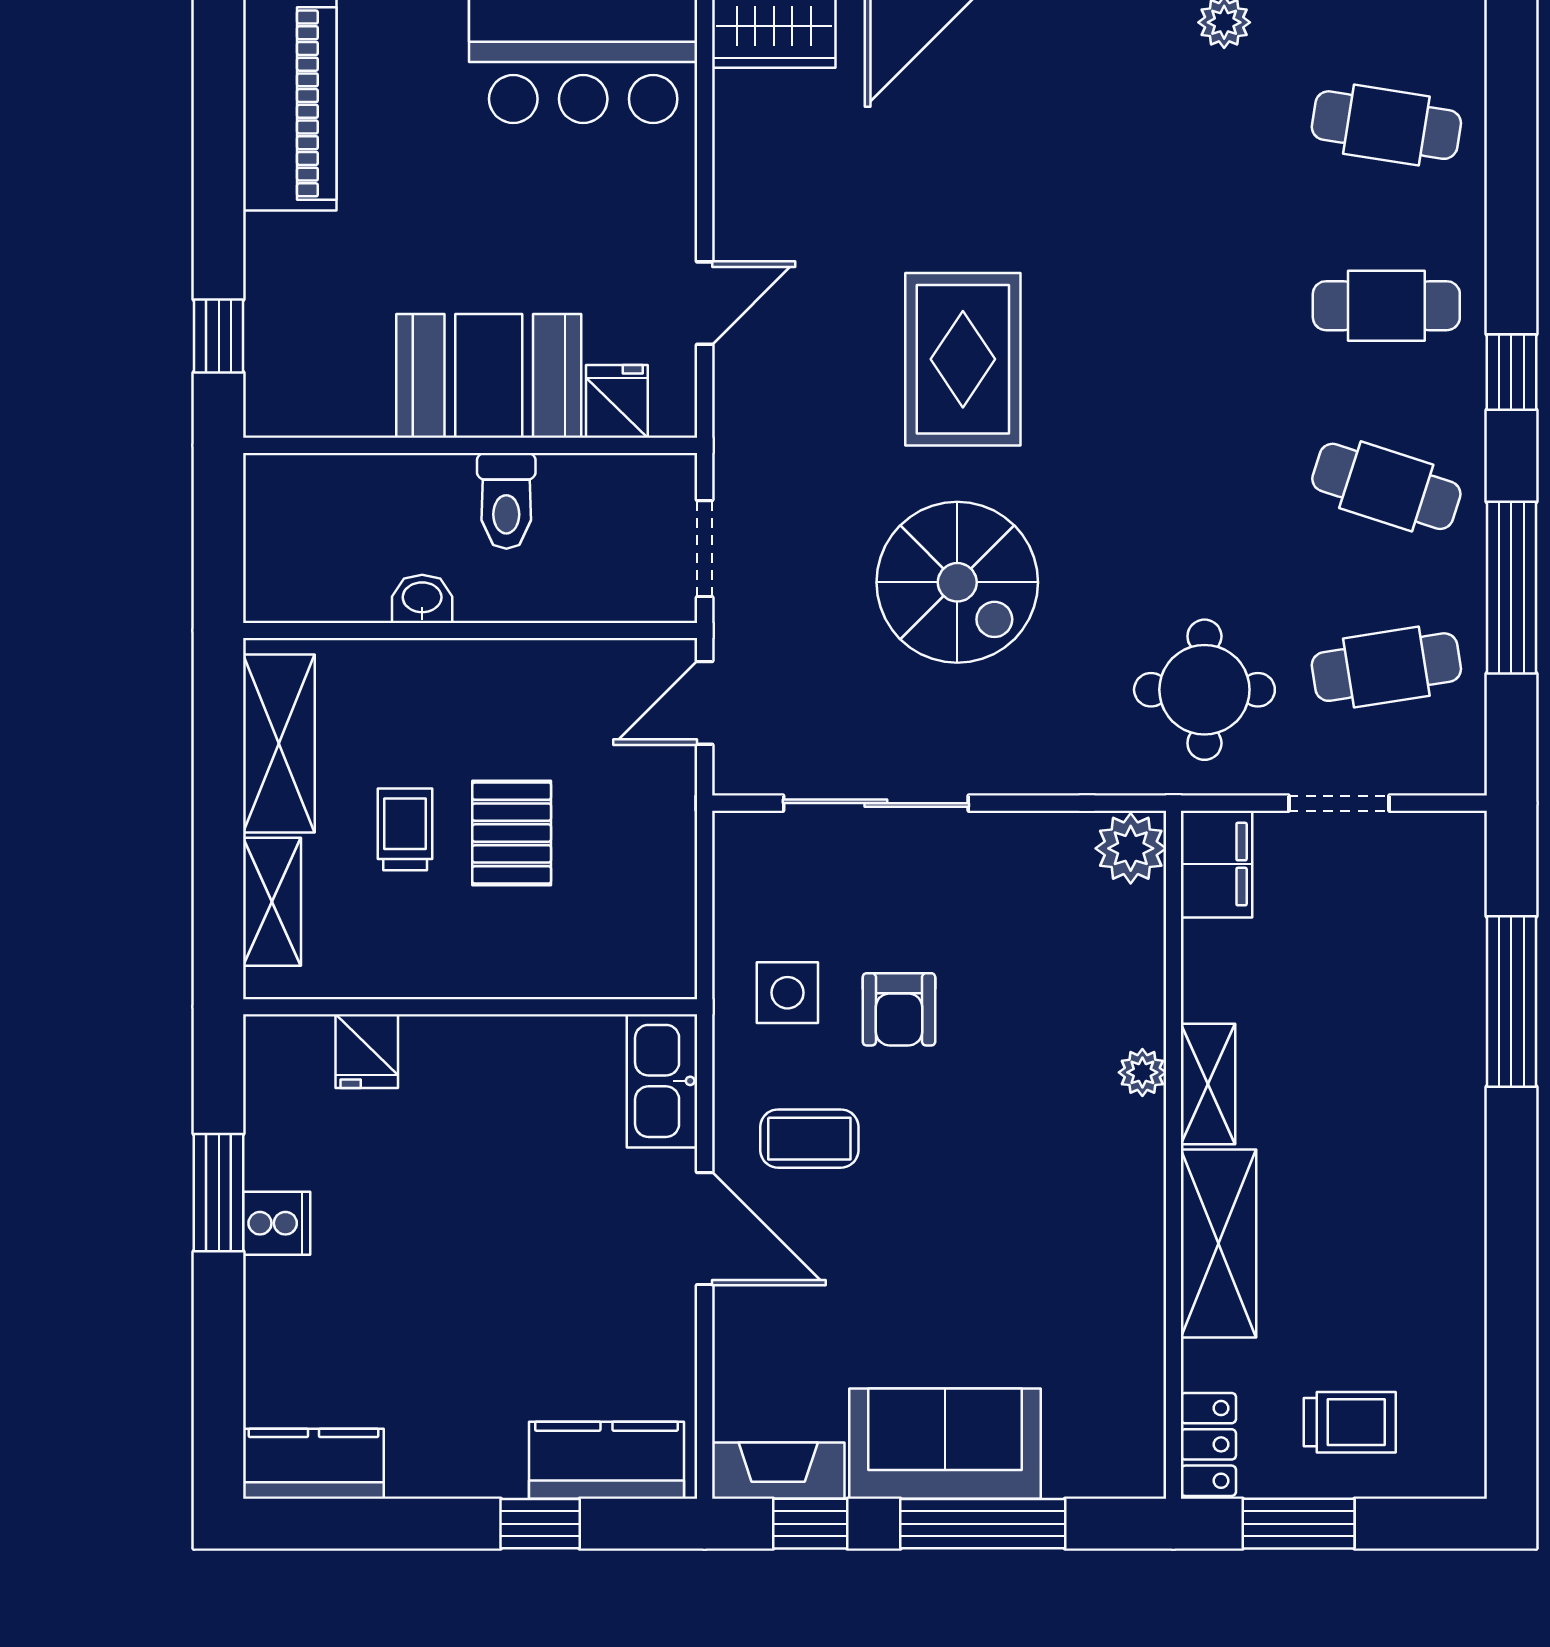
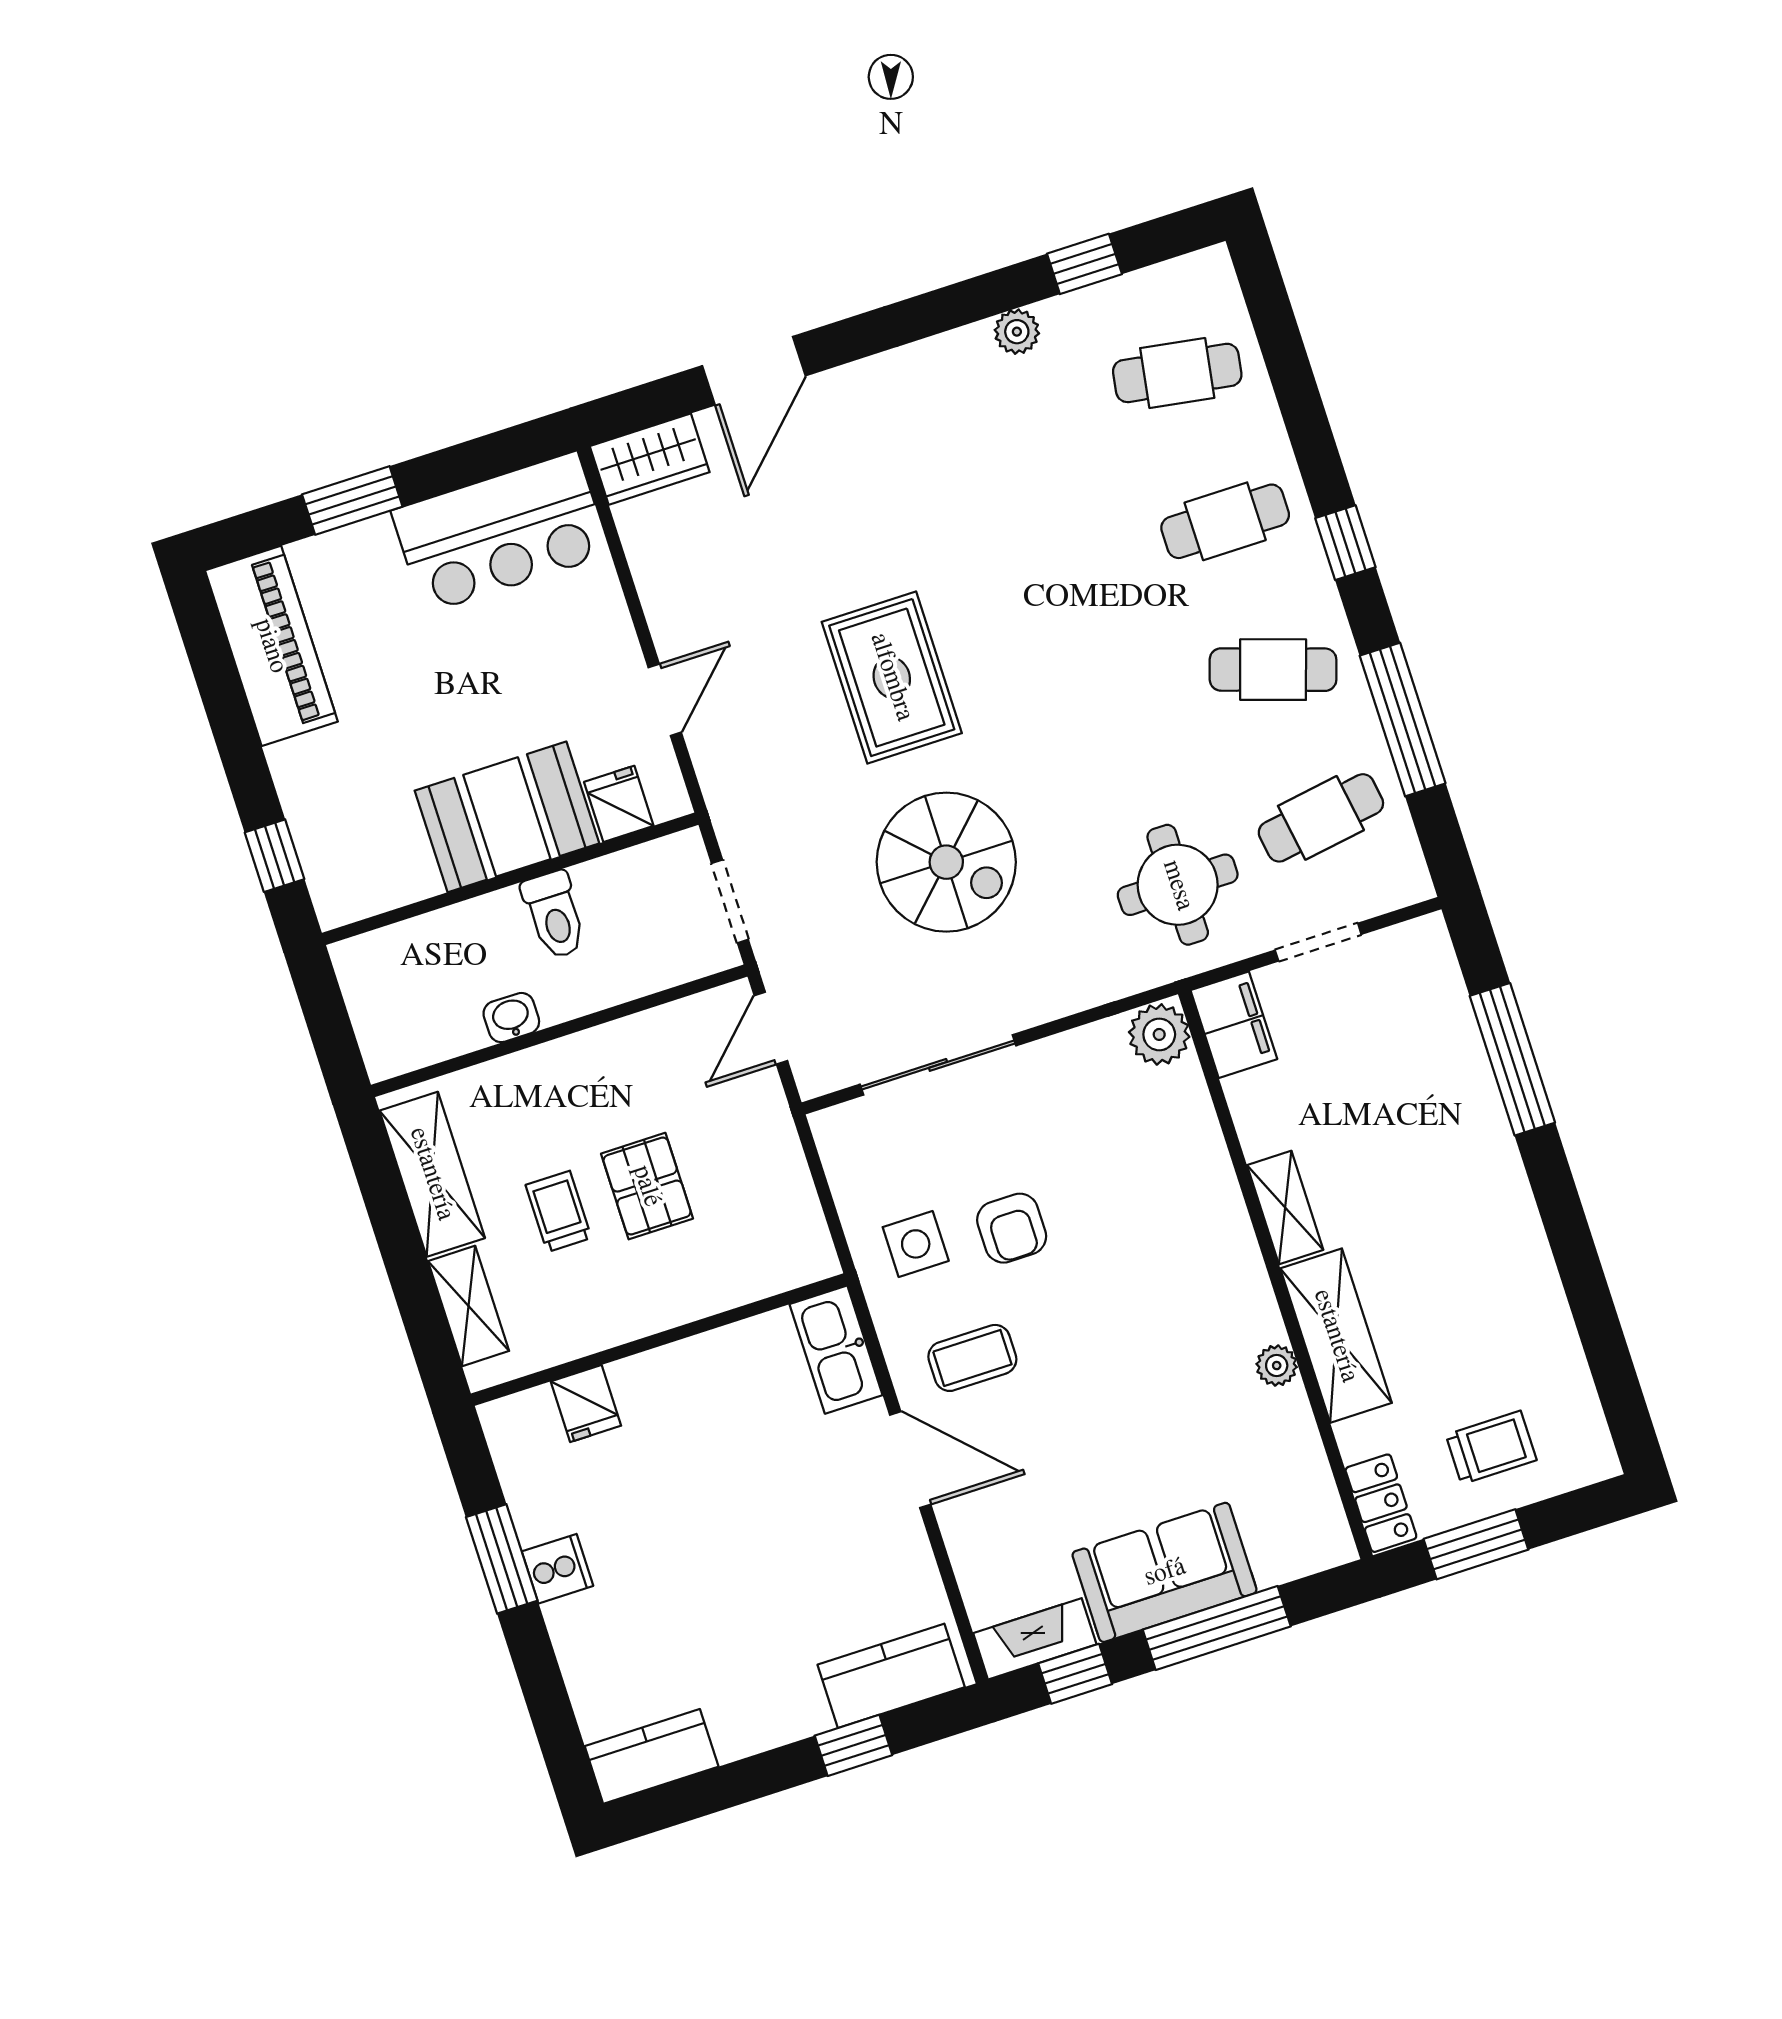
plant: (1142, 1072) -> (1277, 1366), moved

